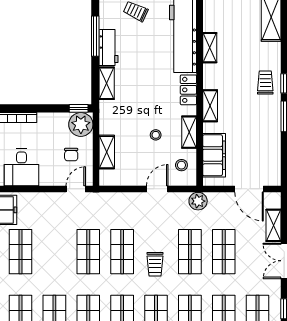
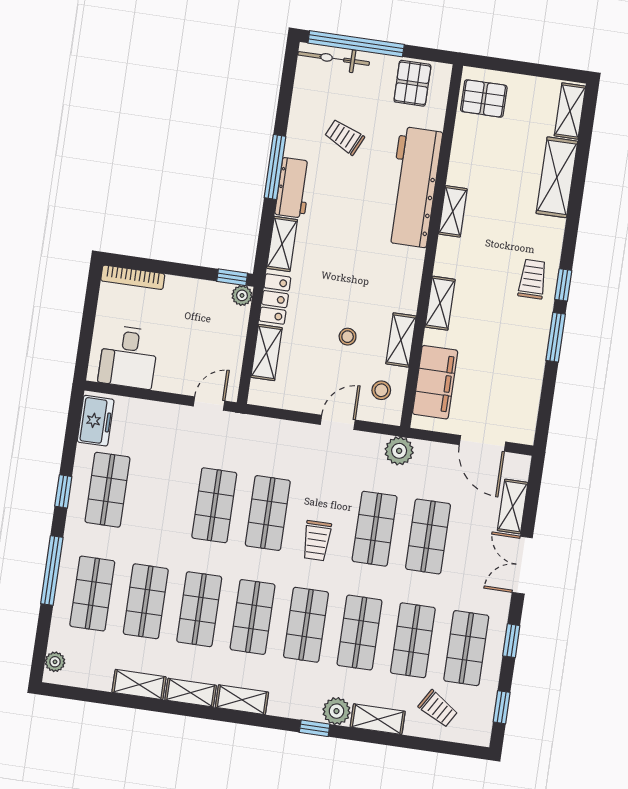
locker: (188, 90) -> (275, 299), moved, turned 180
plant: (81, 124) -> (242, 295), width x0.53, depth x0.53
chair: (71, 155) -> (210, 348), removed

